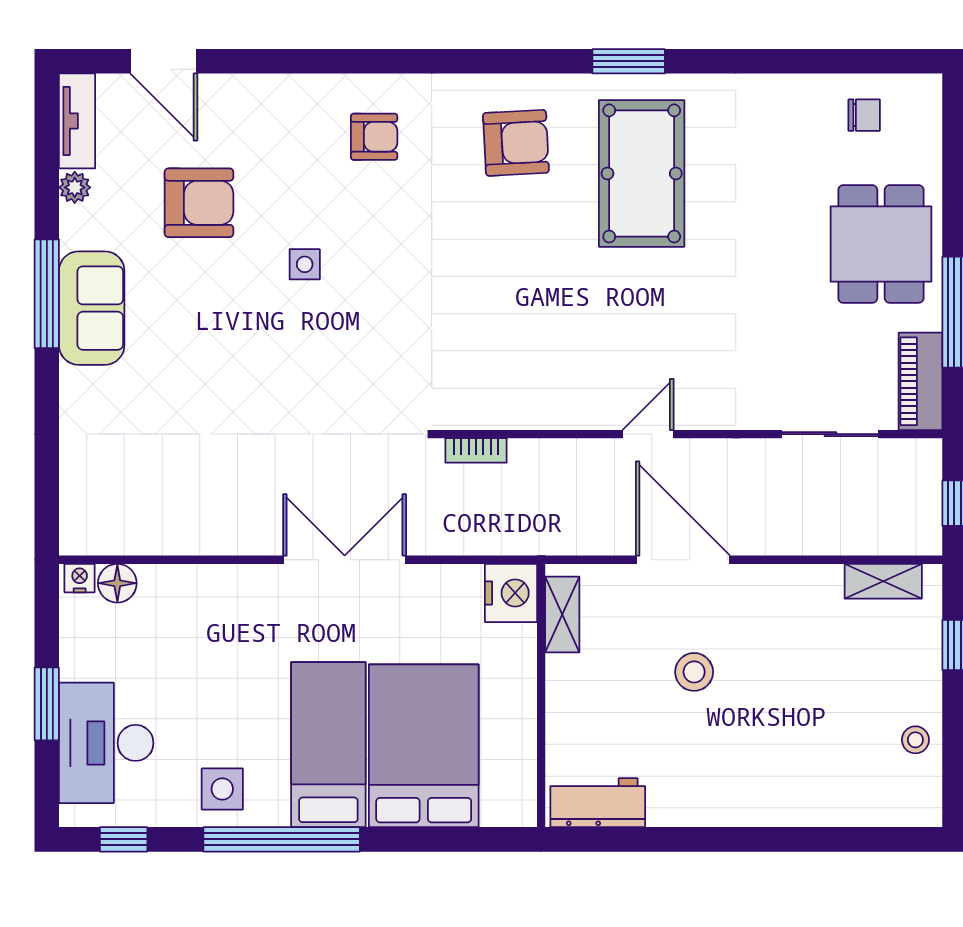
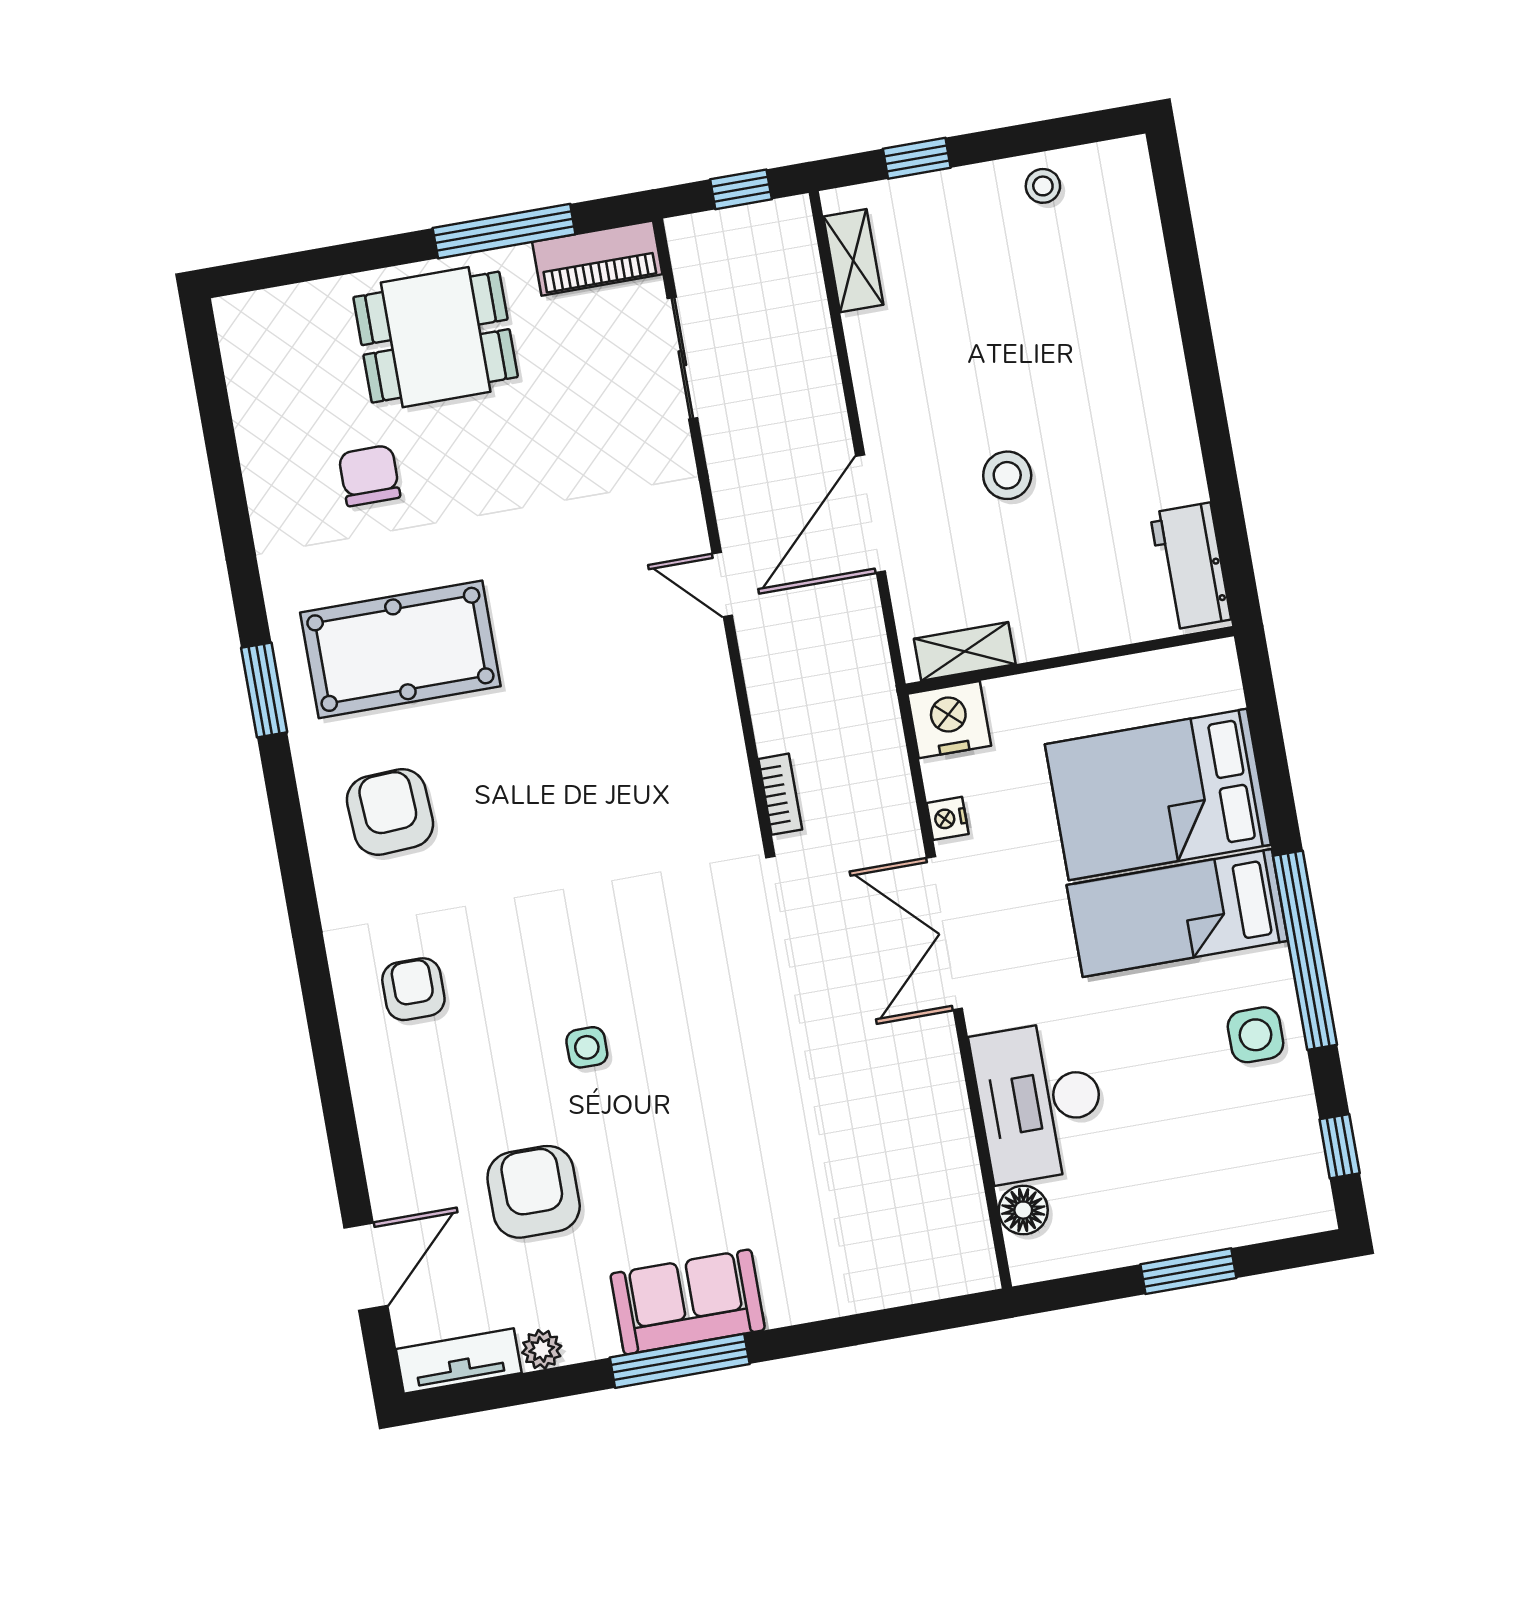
chair: (864, 115) -> (369, 476), moved, width x1.37, depth x1.37
nightstand: (80, 578) -> (948, 818), moved
desk: (106, 743) -> (1040, 1101), moved, turned 90

